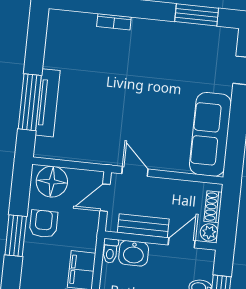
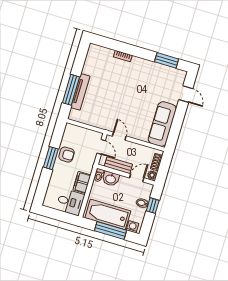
floor lamp: (52, 182) -> (75, 133), removed
door: (105, 198) -> (101, 147), swing flipped
armchair: (44, 224) -> (67, 155), turned 90

